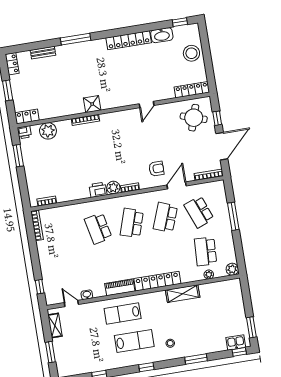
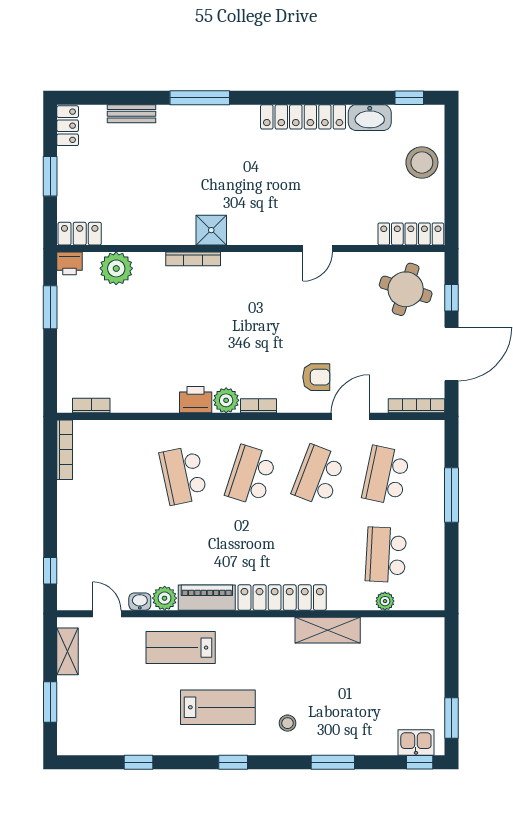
school desk: (199, 212) -> (386, 475), turned 33
plant: (232, 269) -> (165, 598), moved
lab bench: (123, 314) -> (181, 648), moved

